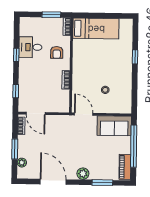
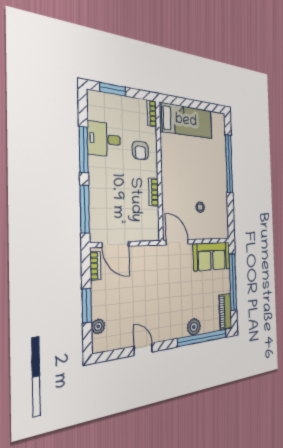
window: (51, 15) -> (113, 89), moved
window: (16, 55) -> (84, 150), width x2.17
window: (135, 57) -> (229, 164), width x3.17
window: (16, 91) -> (85, 209), width x2.17
plant: (83, 174) -> (194, 327), moved
door: (53, 182) -> (143, 349), width x0.53
window: (102, 183) -> (202, 338), width x2.11

